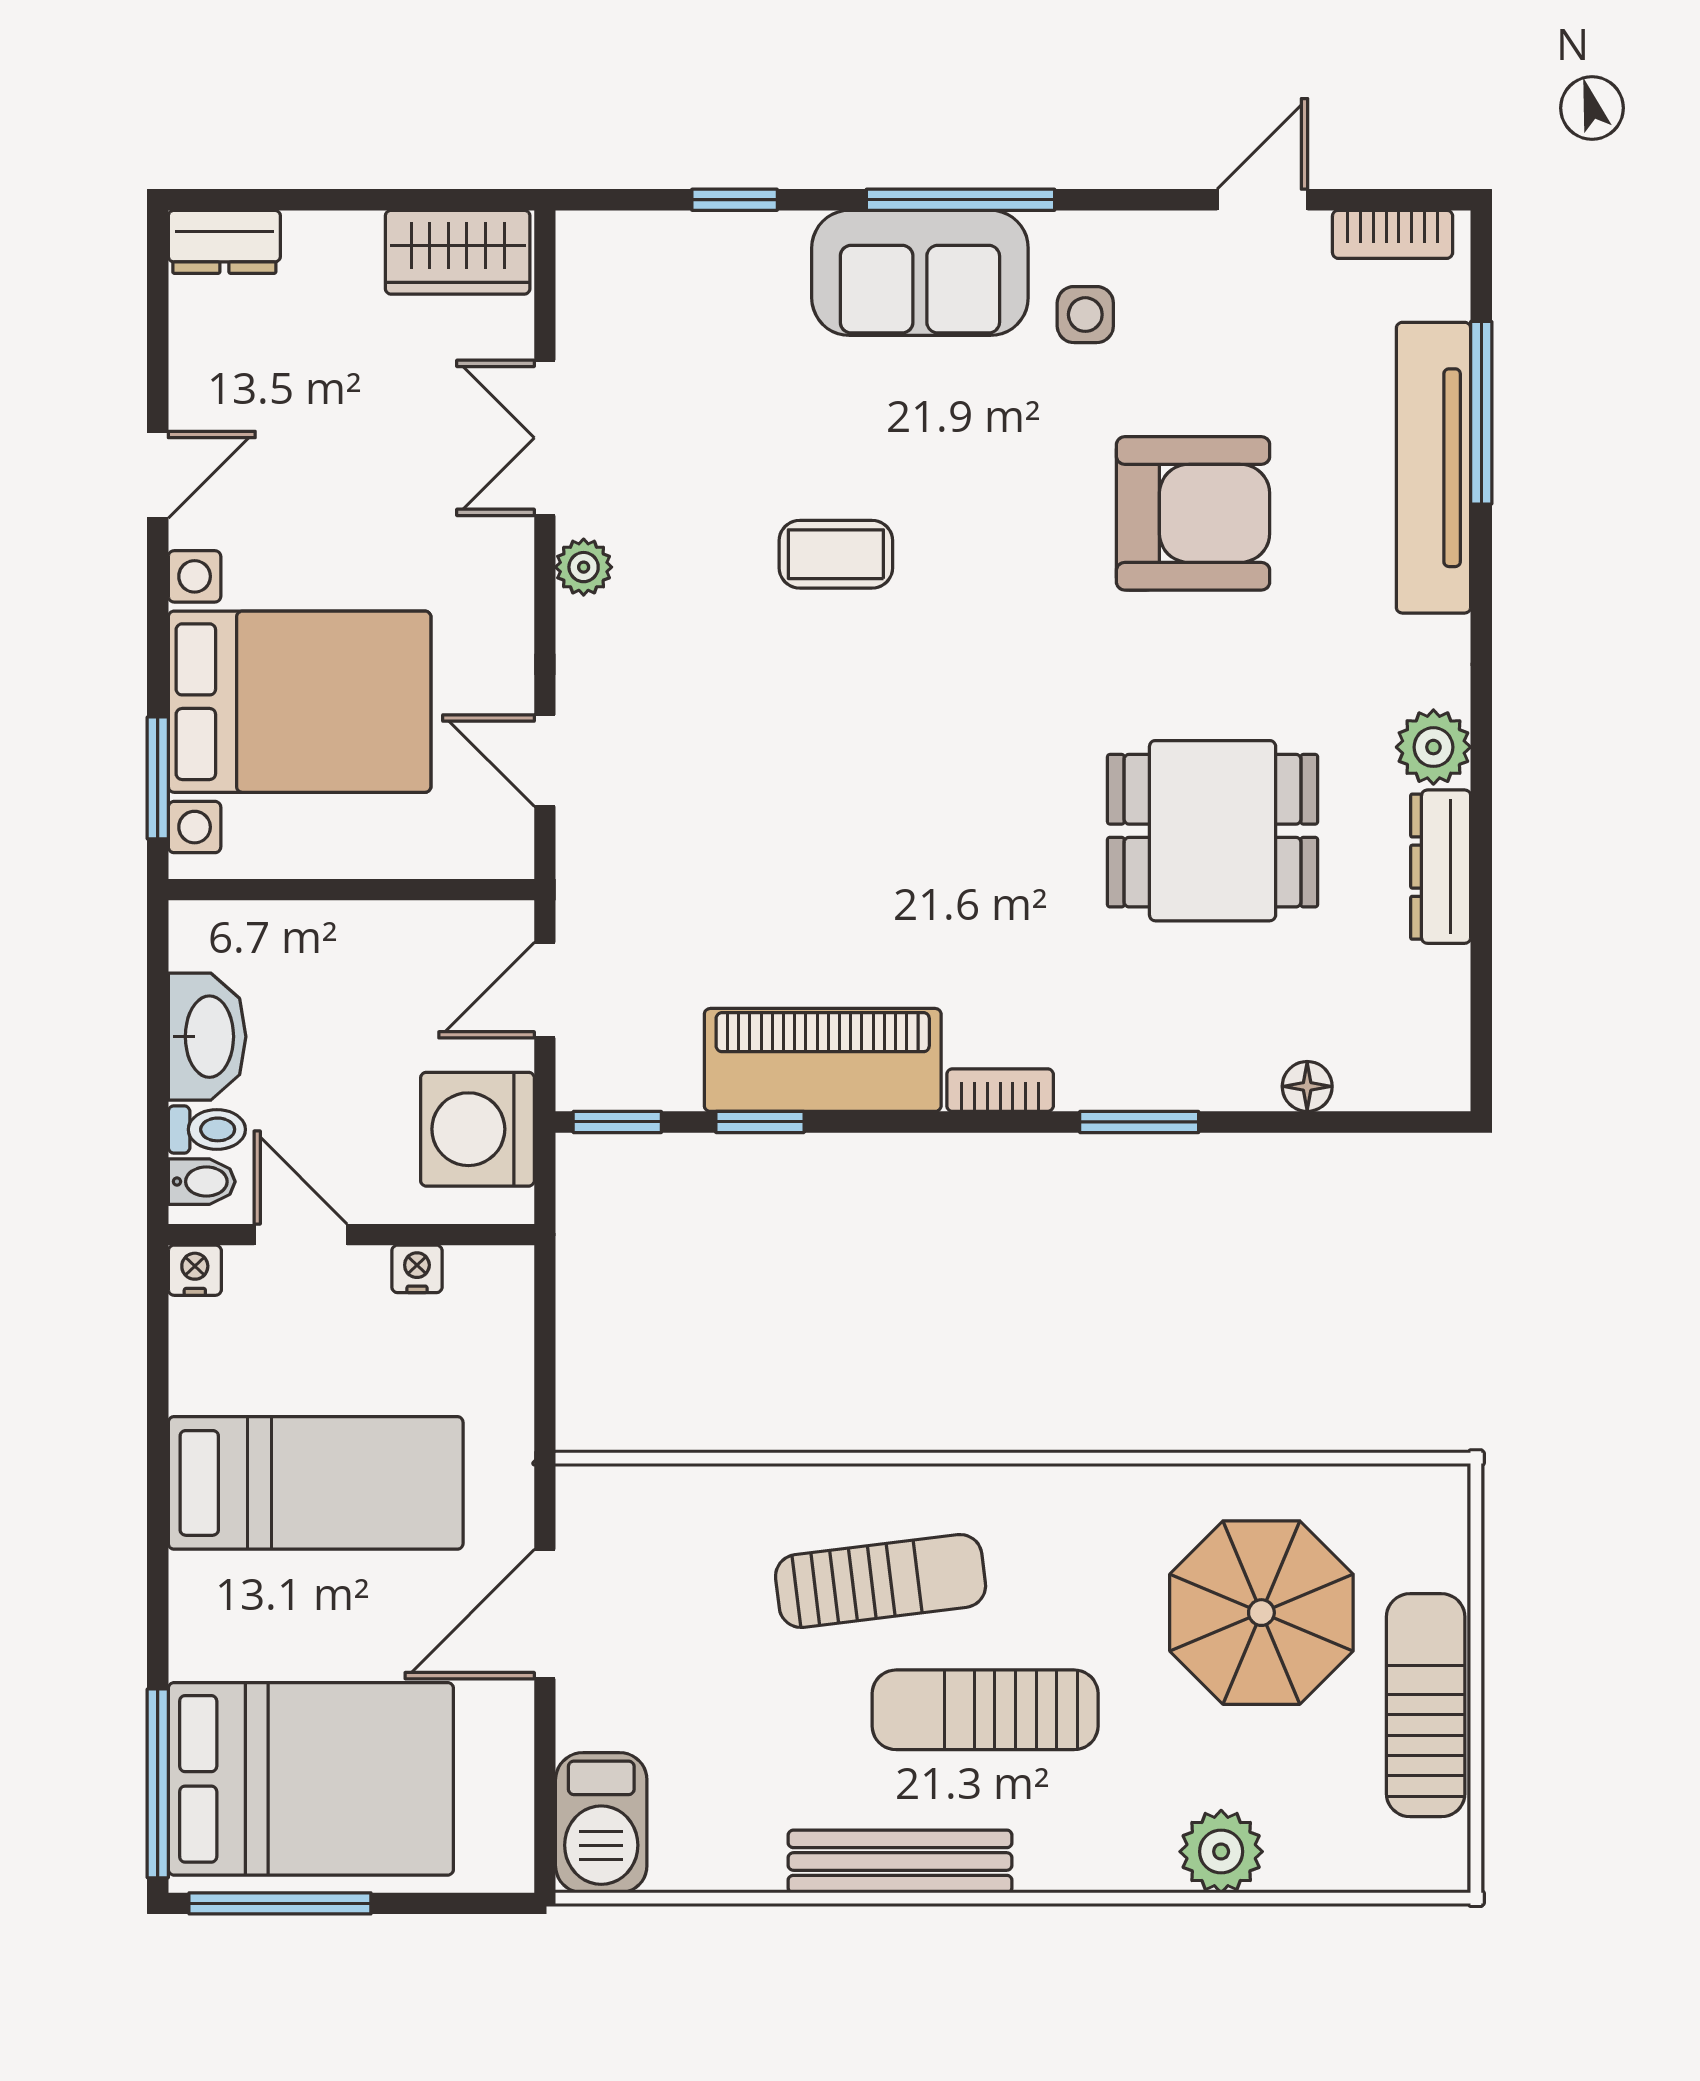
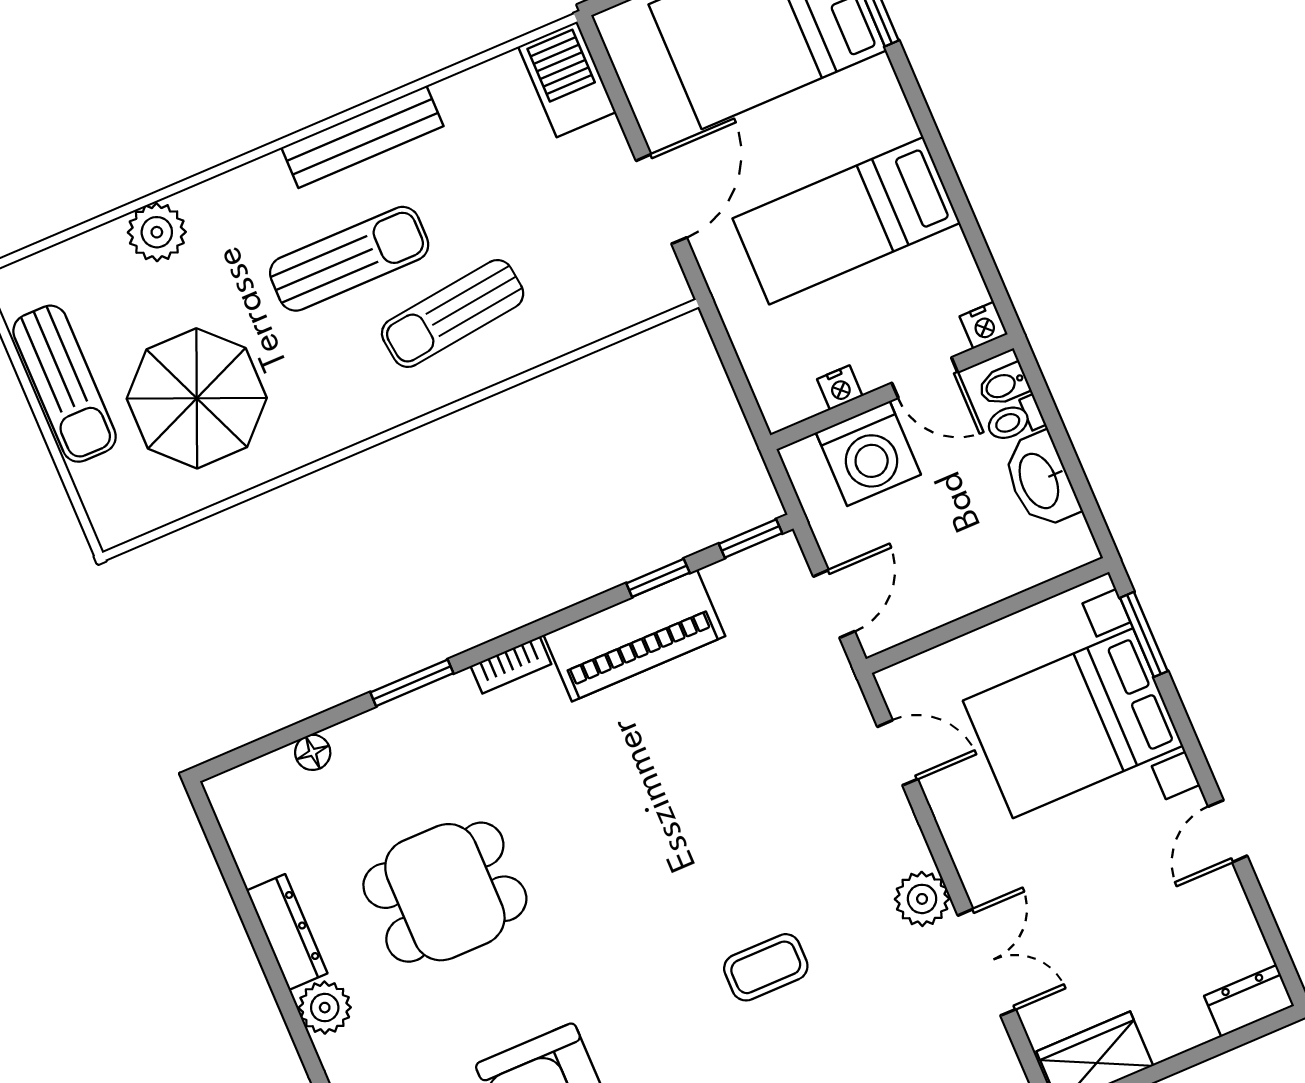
plant: (584, 567) -> (922, 899), width x1.38, depth x1.38
washing machine: (477, 1129) -> (868, 454), moved, turned 90

